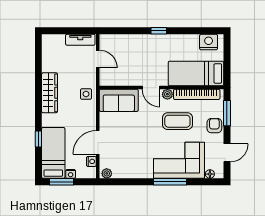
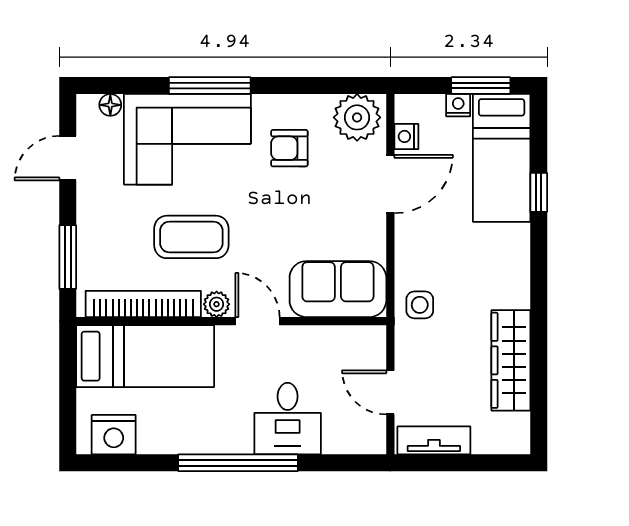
window: (159, 31) -> (238, 463), width x3.17
desk: (139, 48) -> (288, 419), added
wardrobe: (49, 93) -> (511, 360), moved
armchair: (214, 126) -> (289, 148), moved, turned 90
plant: (107, 173) -> (357, 117), width x1.87, depth x1.87

